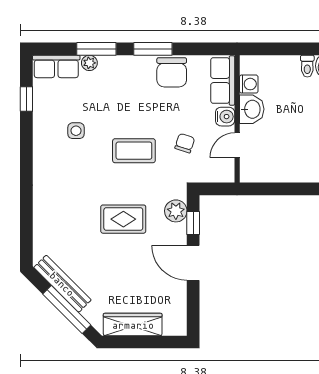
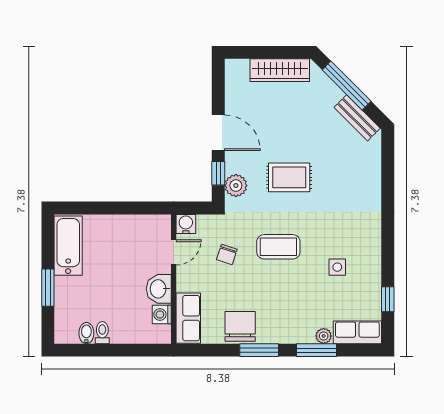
water cooler: (225, 117) -> (186, 224), moved, turned 90
bench: (62, 284) -> (357, 118), width x0.73

